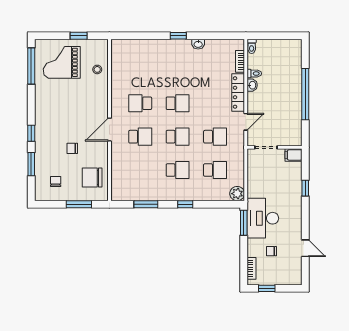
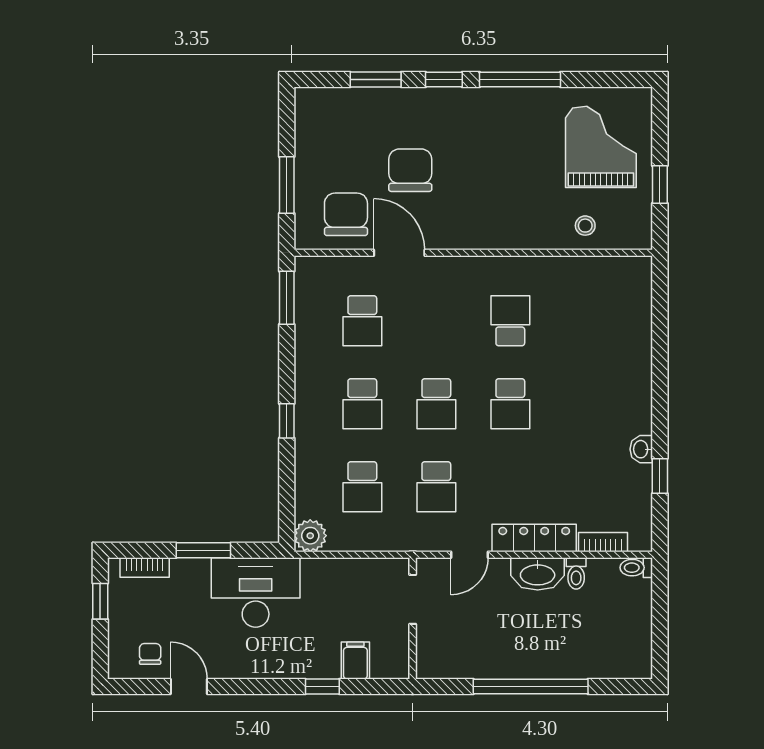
window: (178, 36) -> (660, 476), moved
window: (31, 66) -> (520, 79), moved
washbasin: (252, 85) -> (538, 574), width x1.91, depth x1.45
door: (246, 122) -> (470, 555), hinge flipped
door: (109, 130) -> (399, 253), moved
school desk: (140, 137) -> (362, 321), moved
chair: (72, 148) -> (410, 170), width x1.87, depth x1.87
filing cabinet: (294, 155) -> (355, 661), moved
chair: (56, 181) -> (337, 133), removed
window: (146, 204) -> (287, 298), moved
window: (244, 223) -> (203, 550), moved
door: (305, 248) -> (189, 687), swing flipped
chair: (272, 251) -> (150, 654), moved

